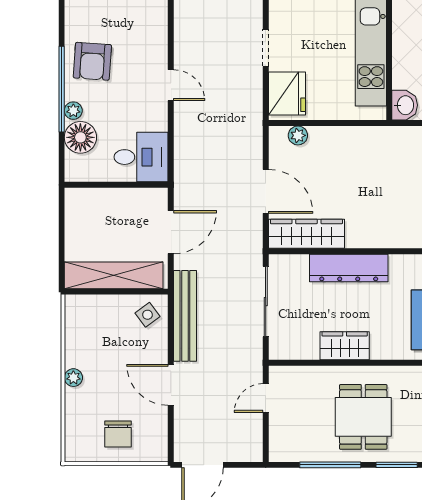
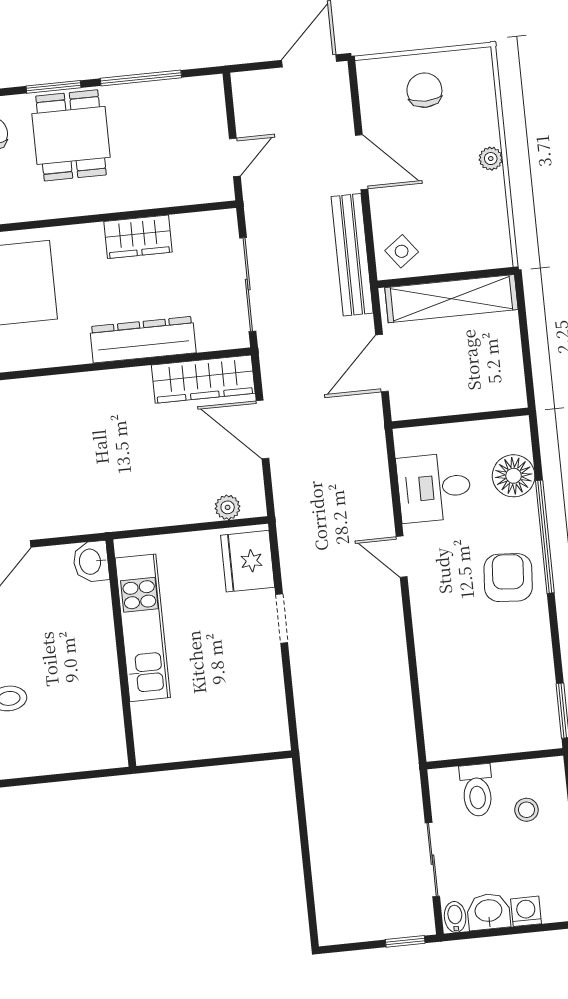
plant: (73, 111) -> (527, 510), removed
desk: (141, 157) -> (434, 488), moved
dining table: (363, 417) -> (71, 135), moved

